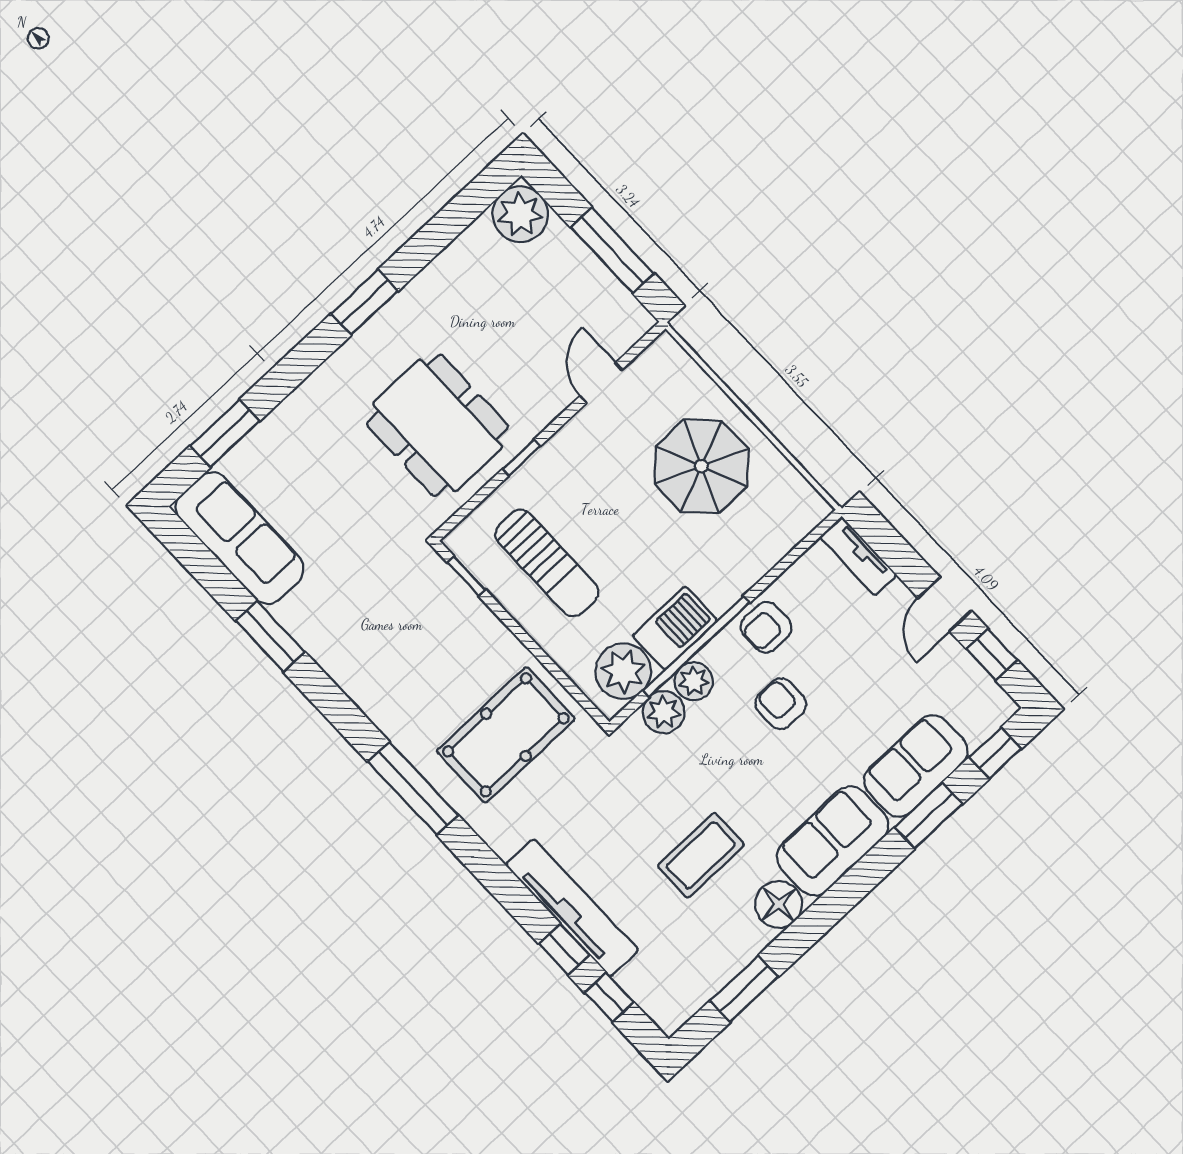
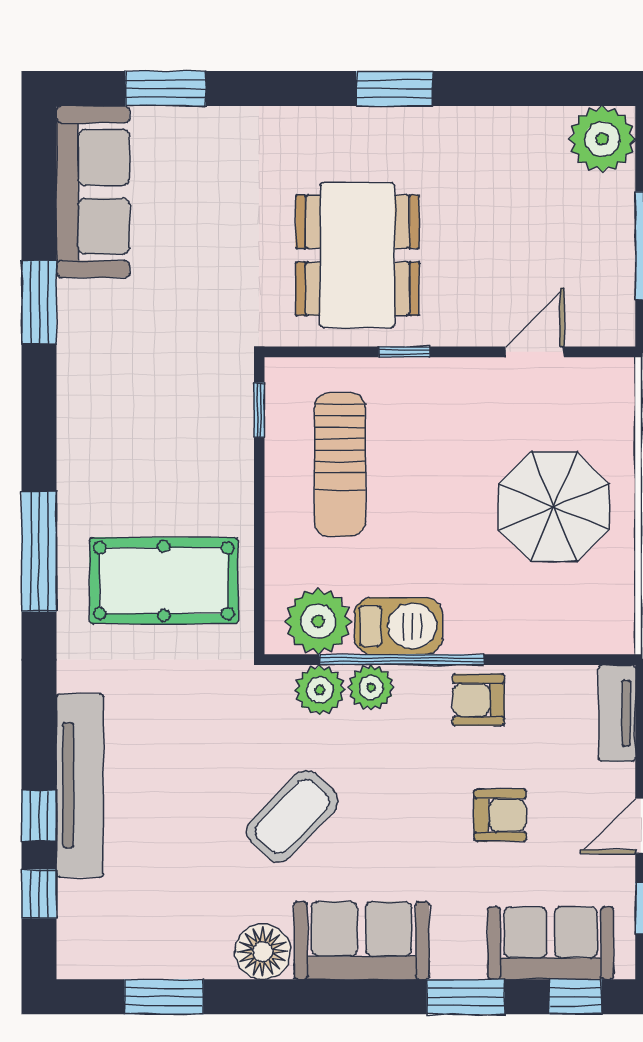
armchair: (781, 704) -> (500, 815), moved, turned 90
sofa: (916, 766) -> (551, 943), moved
coffee table: (701, 855) -> (292, 816), moved, turned -46

